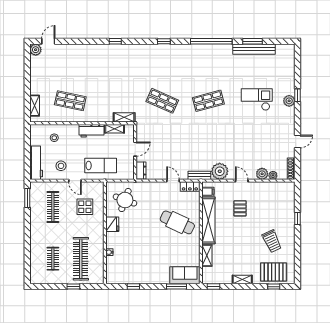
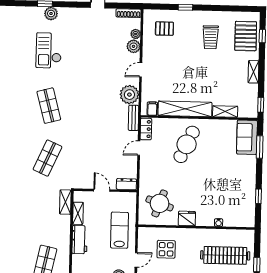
pallet: (240, 208) -> (164, 29), moved
trolley: (272, 241) -> (211, 37), turned 115

